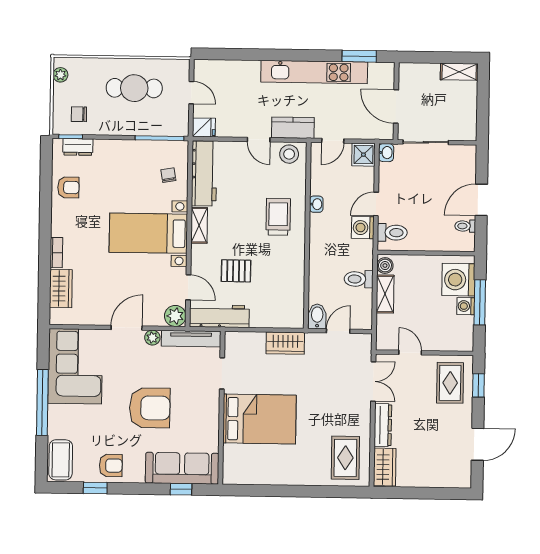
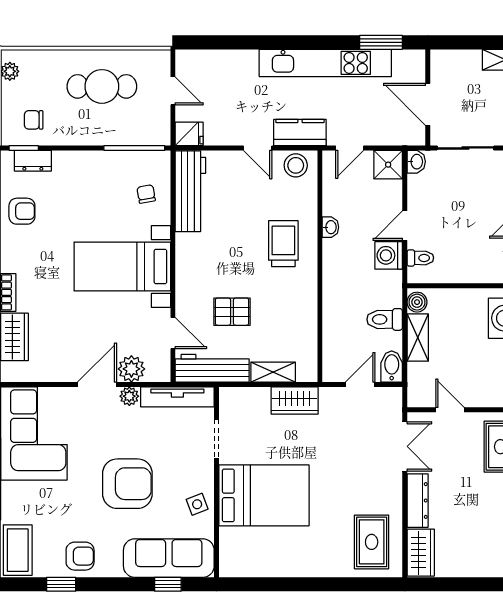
shelving: (199, 225) -> (273, 372), moved, turned 90
toilet: (392, 233) -> (420, 258), width x0.73, depth x0.72
plant: (175, 316) -> (131, 369), moved
bidet: (317, 316) -> (392, 367), moved
side table: (206, 425) -> (197, 504), added

